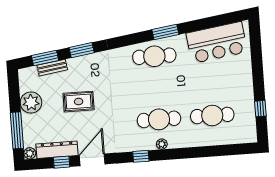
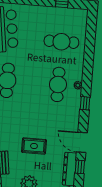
rug: (79, 102) -> (34, 146), turned 90
cafe table: (212, 115) -> (61, 42), turned 90

